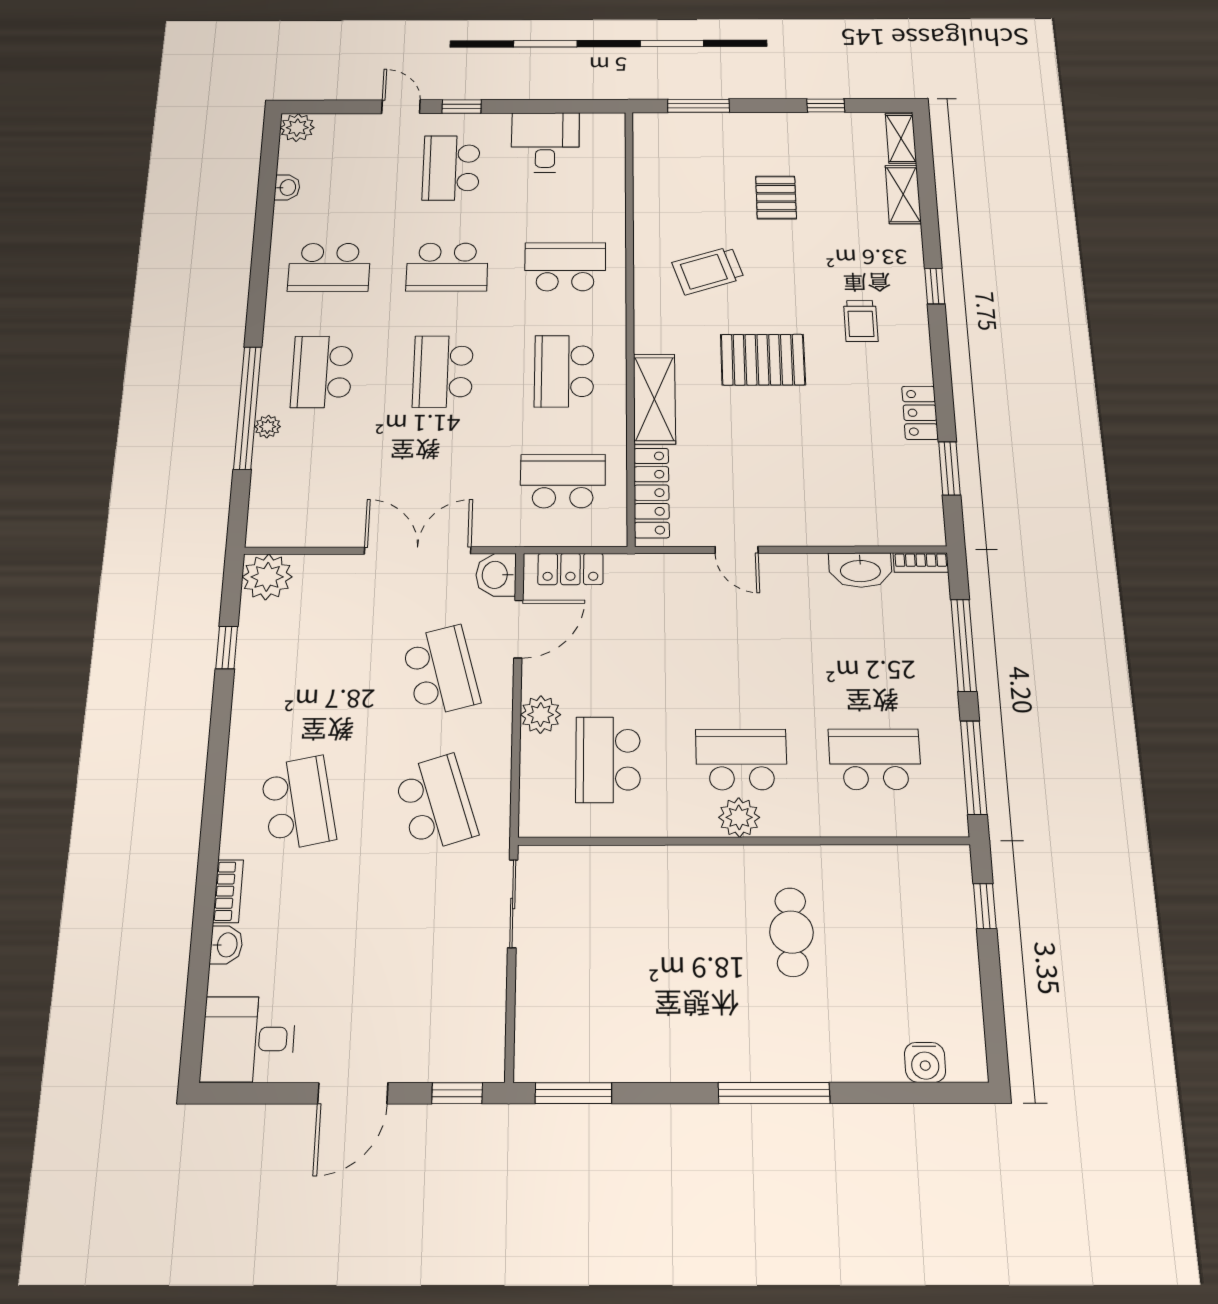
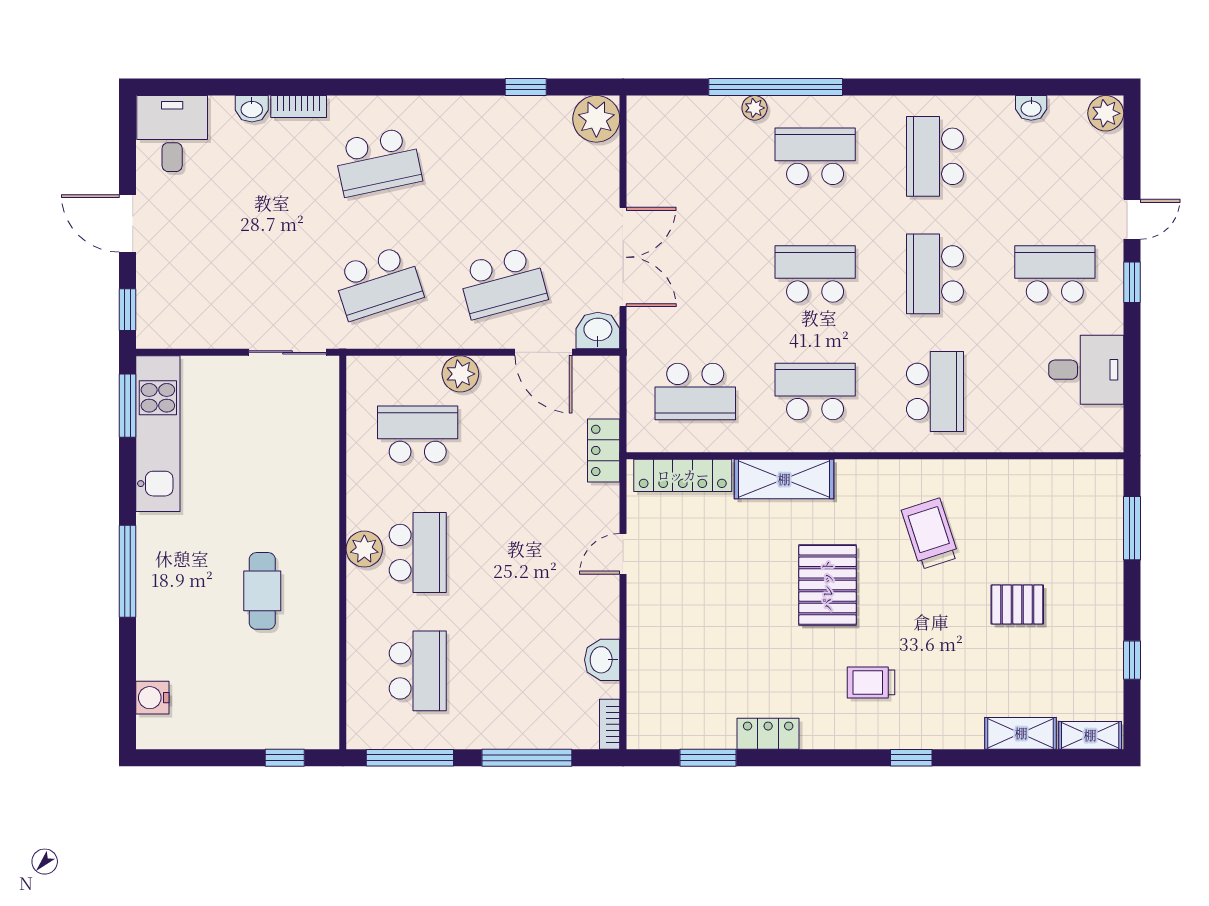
school desk: (563, 481) -> (695, 391), turned 90
locker: (570, 569) -> (604, 450), moved
washbasin: (860, 570) -> (602, 660), width x0.72
cafe table: (791, 932) -> (262, 591), turned 90
kitchen unit: (607, 1056) -> (158, 434), added

